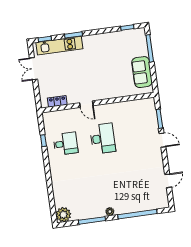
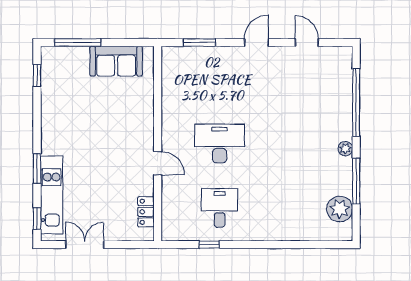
double door: (33, 69) -> (85, 245), swing flipped
door: (86, 104) -> (158, 163), hinge flipped
door: (162, 140) -> (257, 42), moved
plant: (63, 215) -> (340, 209), moved

